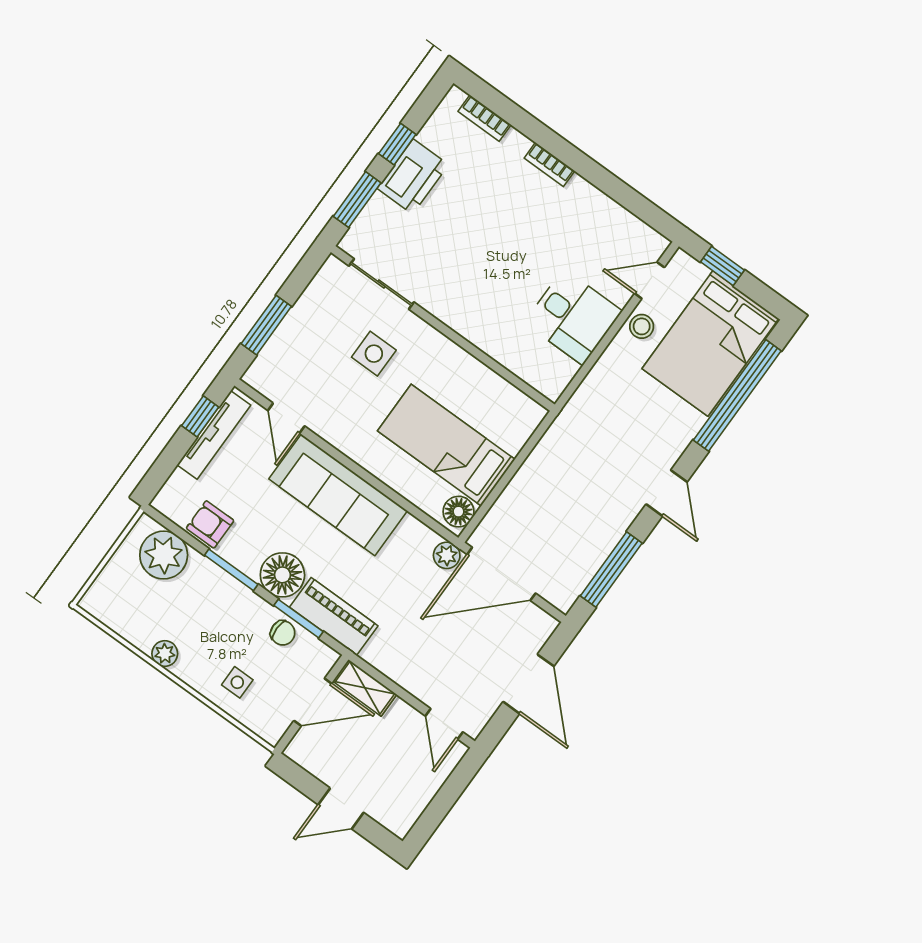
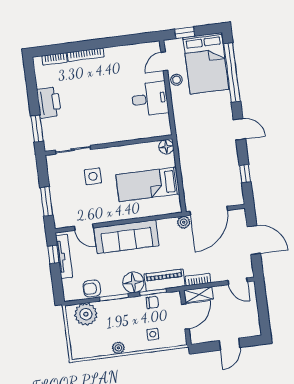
window: (397, 144) -> (33, 96), removed
bookcase: (549, 164) -> (86, 55), width x1.56
floor lamp: (458, 512) -> (166, 147), moved
window: (611, 569) -> (245, 174), width x0.46
bookcase: (386, 664) -> (198, 280), added

